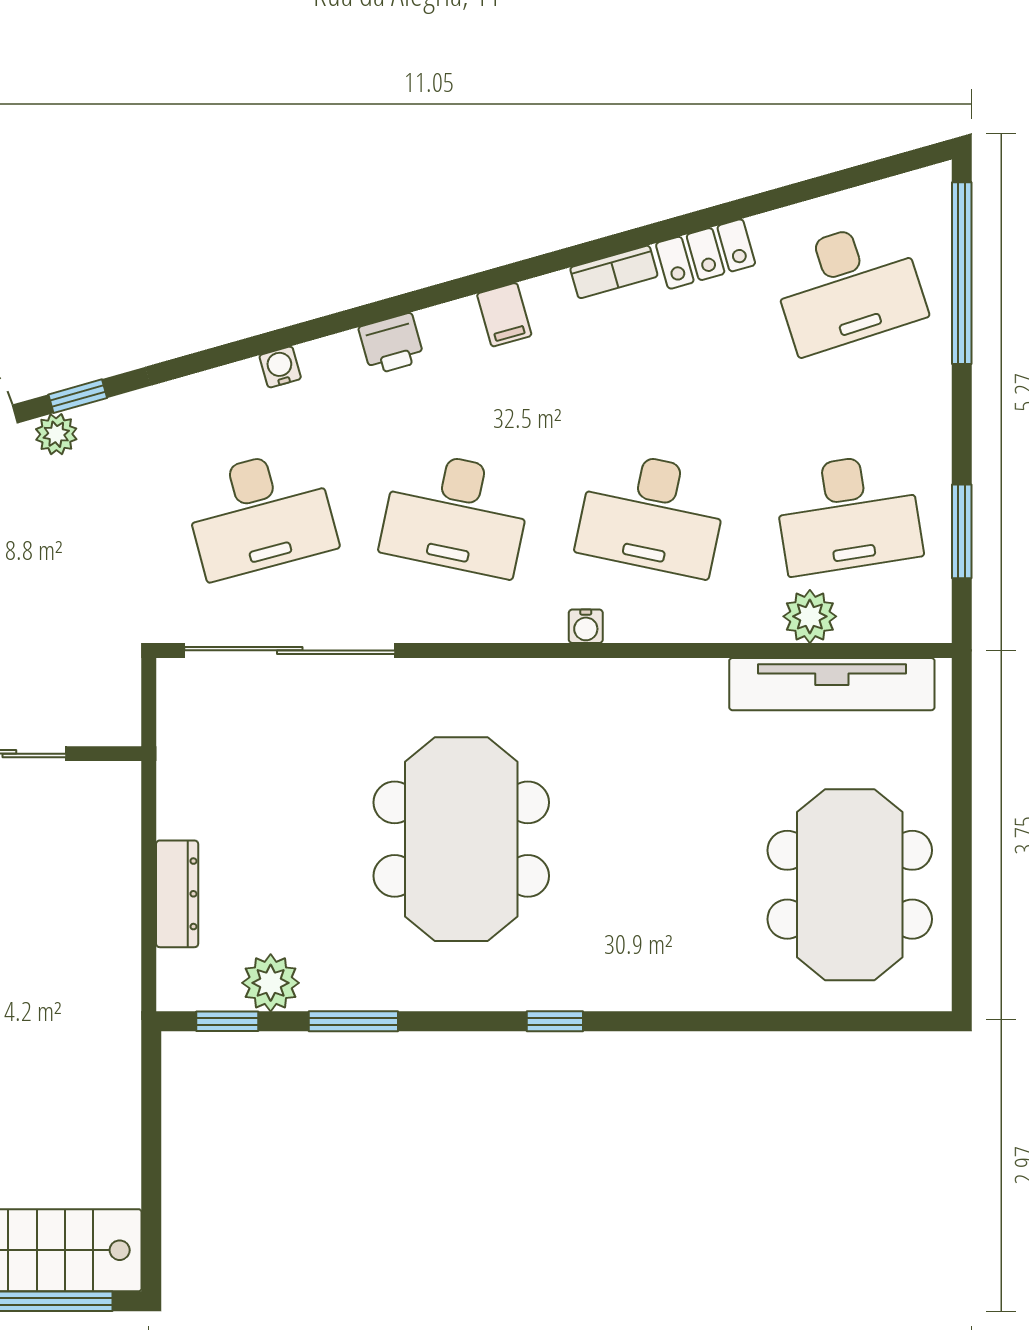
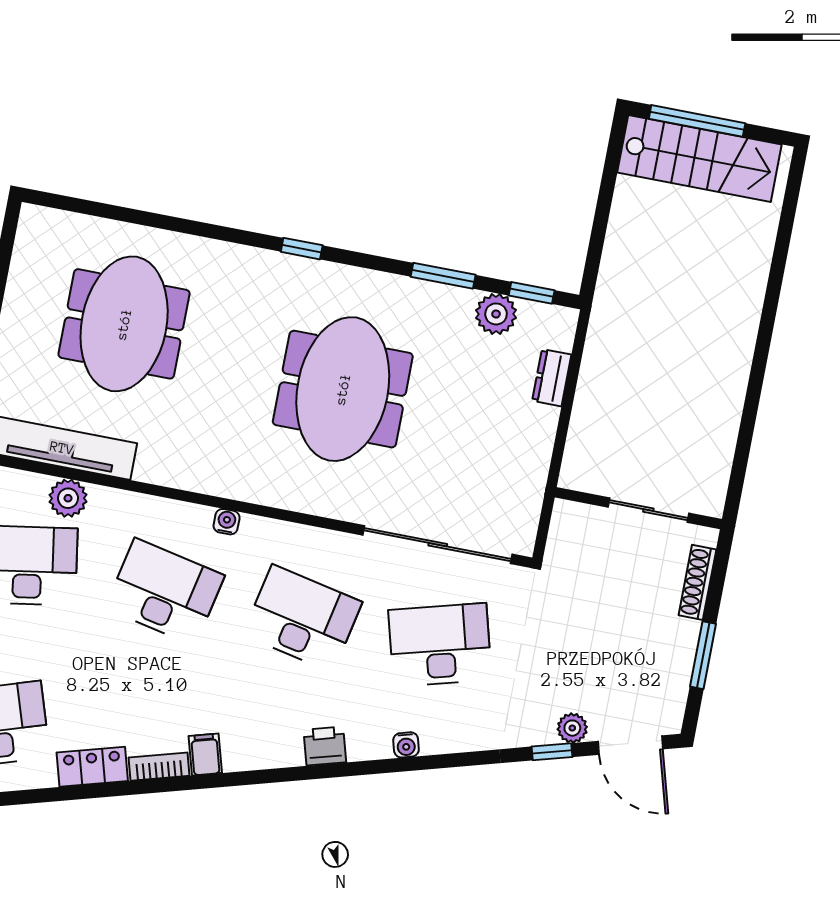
filing cabinet: (504, 315) -> (205, 754), moved
meeting table: (850, 885) -> (124, 324), moved
dresser: (177, 894) -> (552, 378), width x0.70

